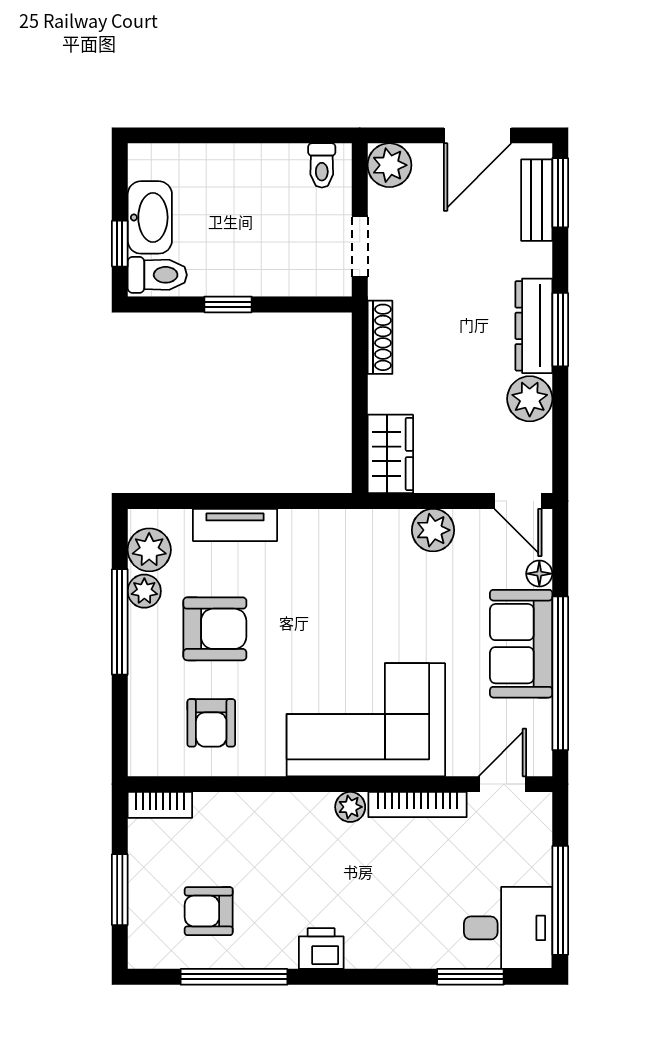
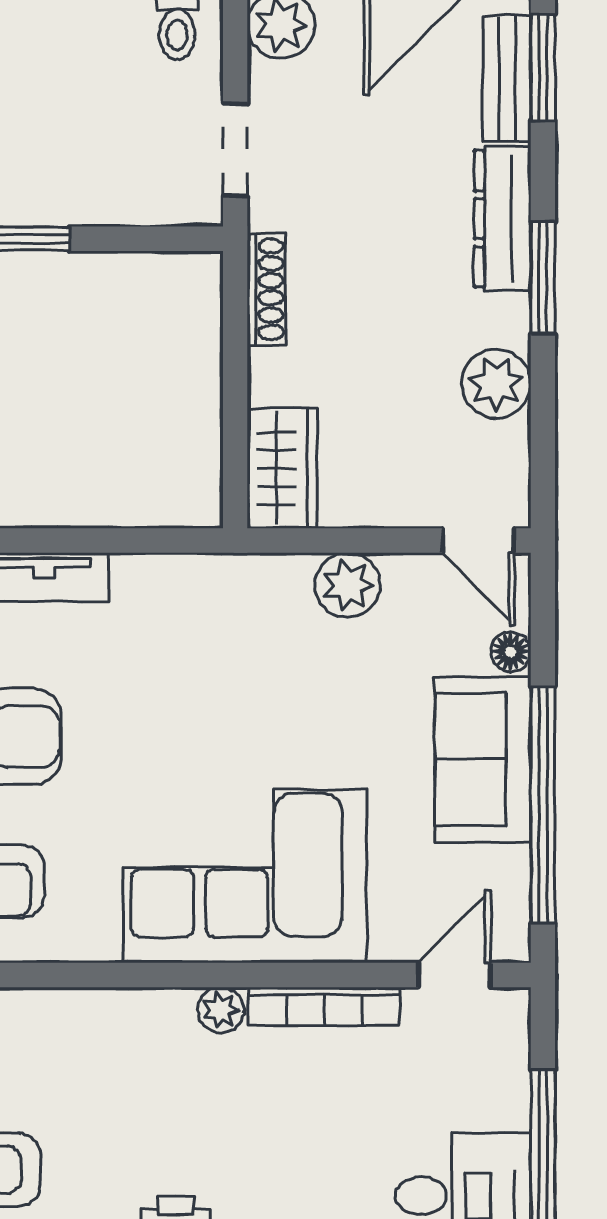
dresser: (534, 326) -> (502, 219), moved

